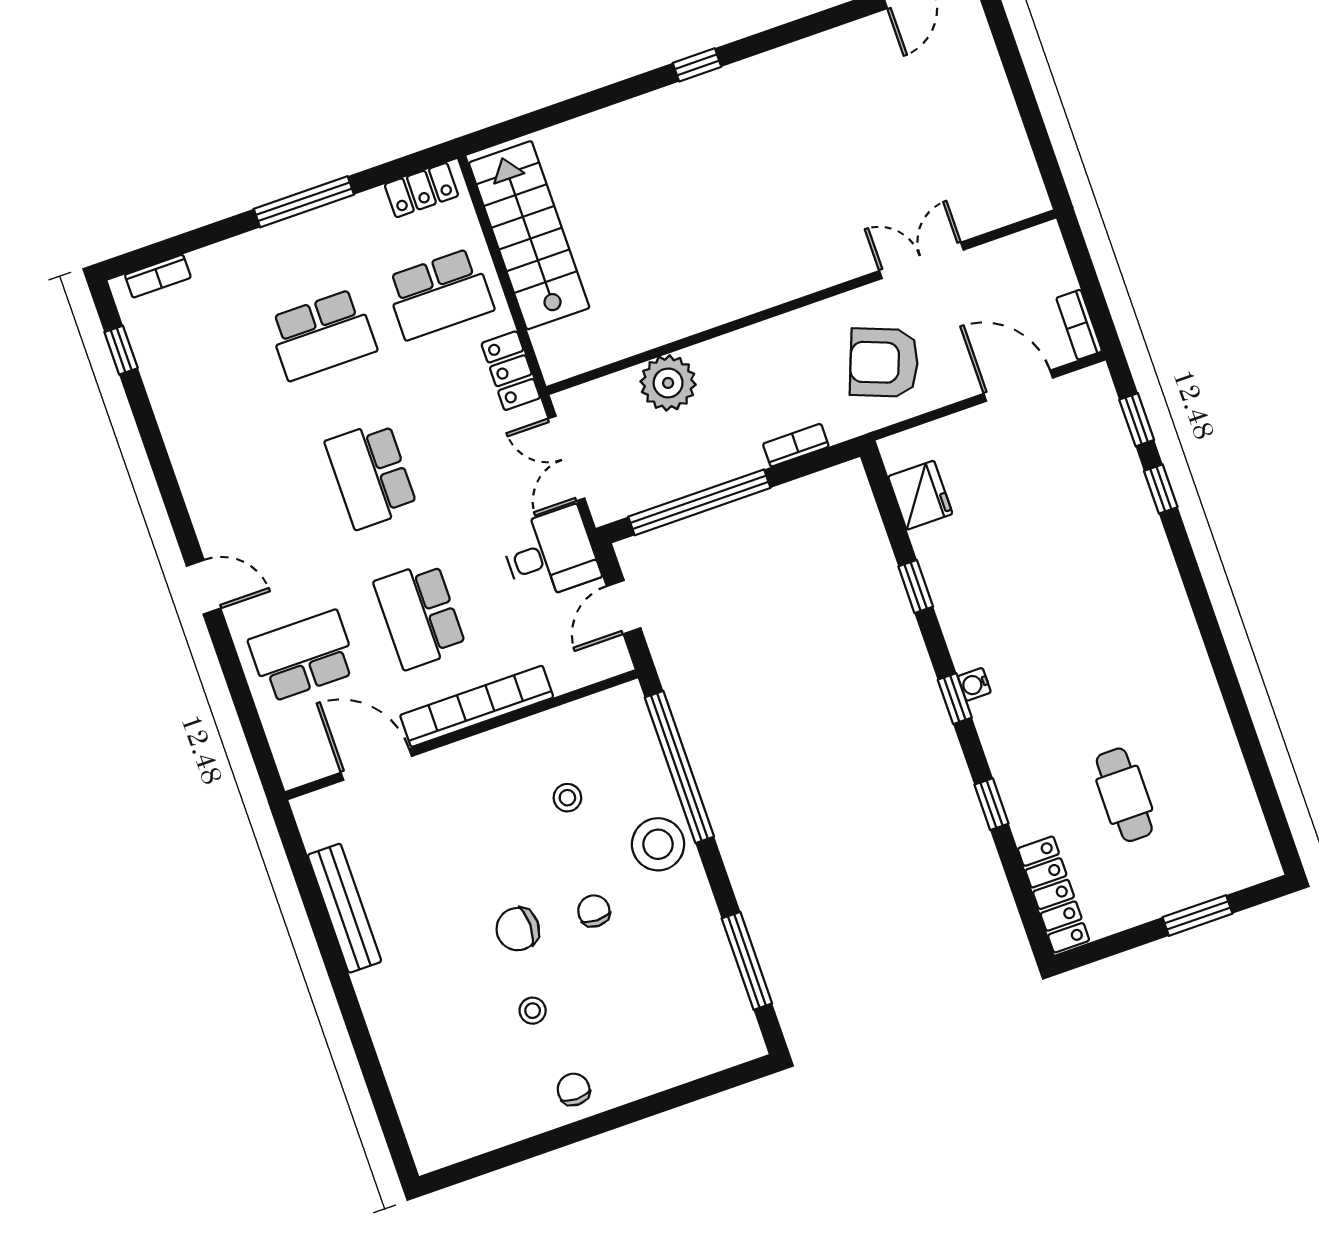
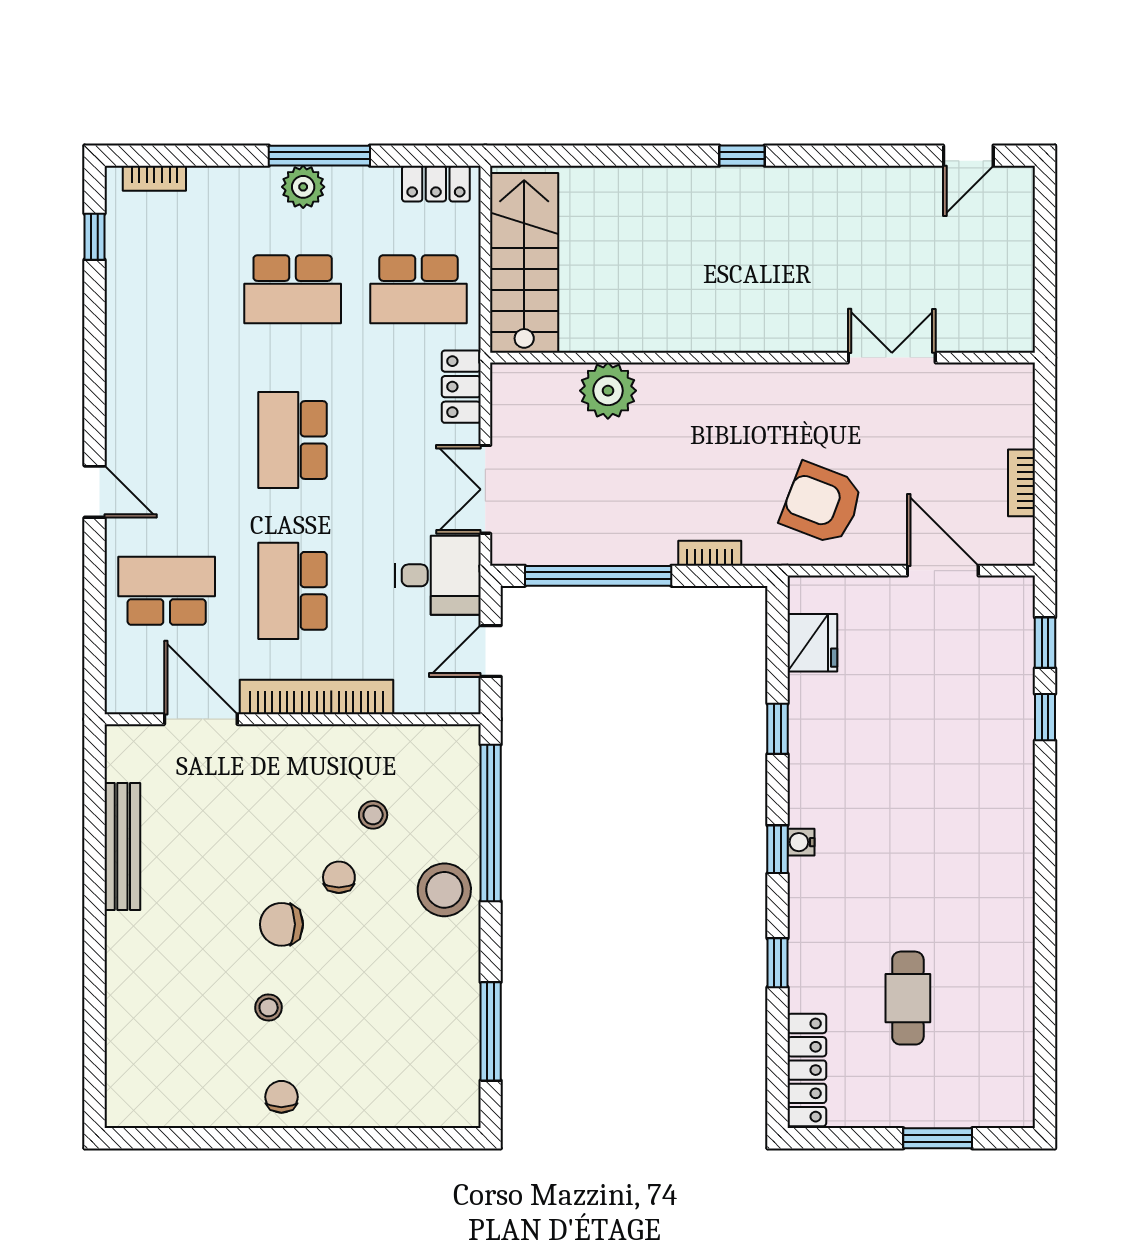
plant: (299, 236) -> (303, 187), added
double door: (921, 260) -> (892, 358), moved
wall: (801, 302) -> (763, 358), moved
bookcase: (1079, 325) -> (1022, 483), moved
plant: (668, 383) -> (608, 391), moved
chair: (594, 911) -> (339, 877), moved

